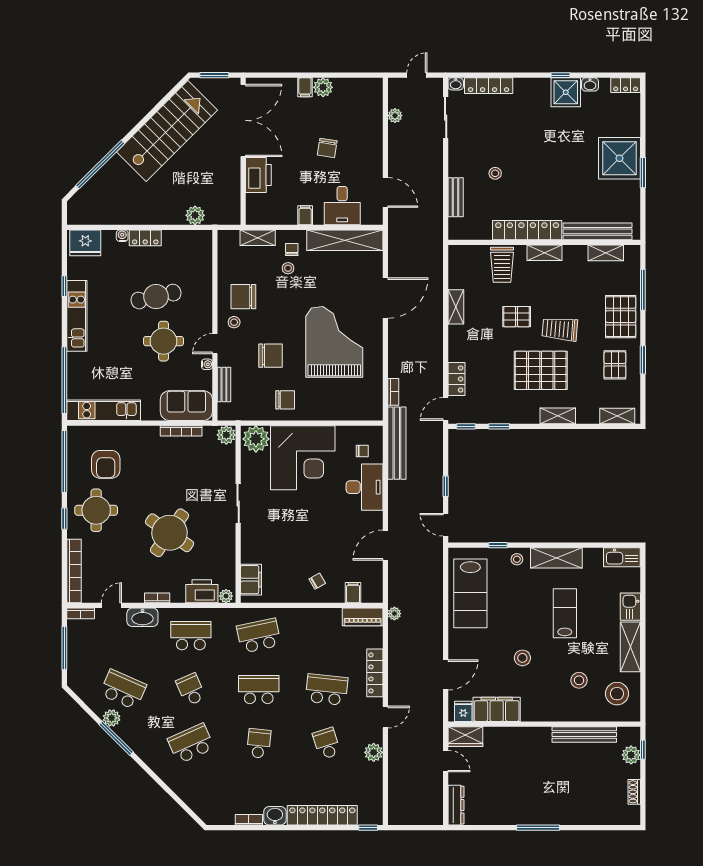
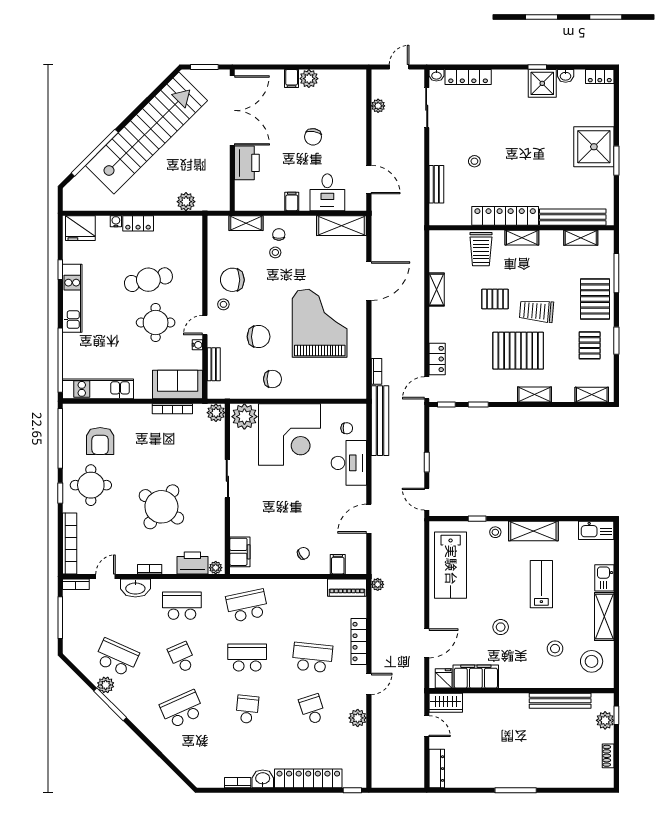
stairs: (167, 131) -> (146, 133), width x1.36
shelving: (345, 240) -> (342, 226), width x0.68

